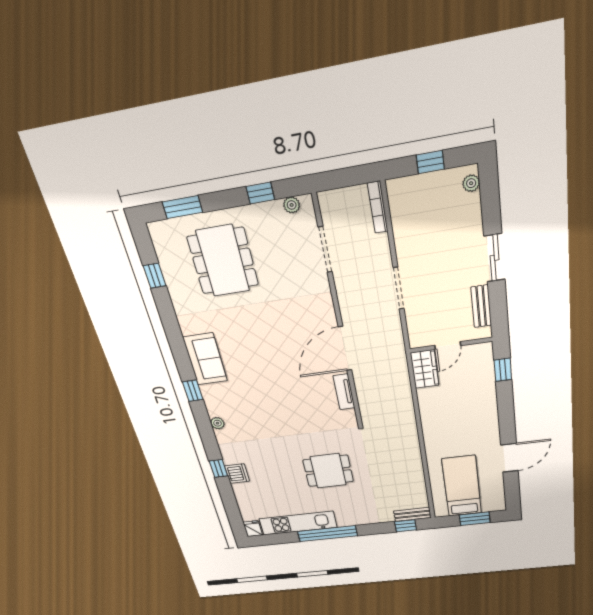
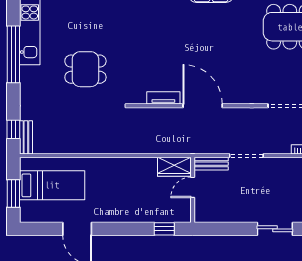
sliding door: (495, 258) -> (275, 229), moved
bench: (481, 306) -> (211, 164), moved
door: (448, 346) -> (193, 187), hinge flipped
dining table: (328, 471) -> (85, 69), turned 90

